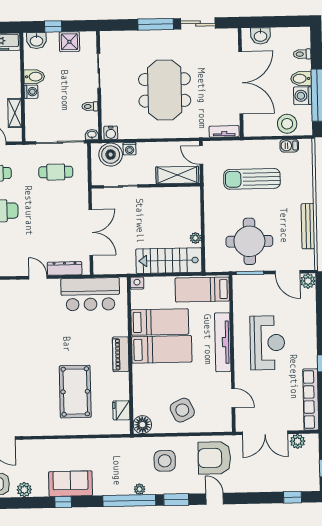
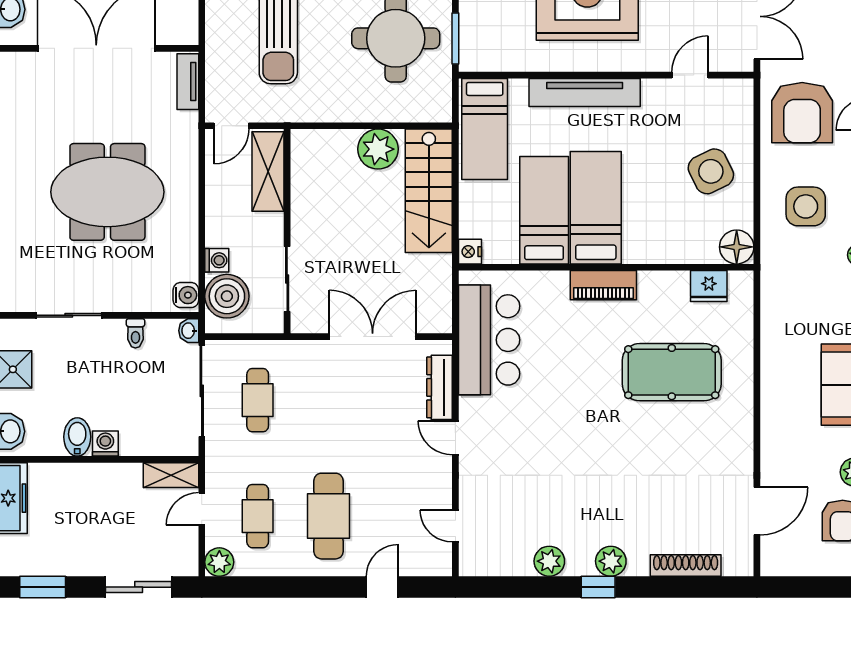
shelving: (15, 113) -> (171, 475), moved
plant: (195, 238) -> (378, 149), width x1.88, depth x1.88
door: (38, 277) -> (455, 438), hinge flipped

